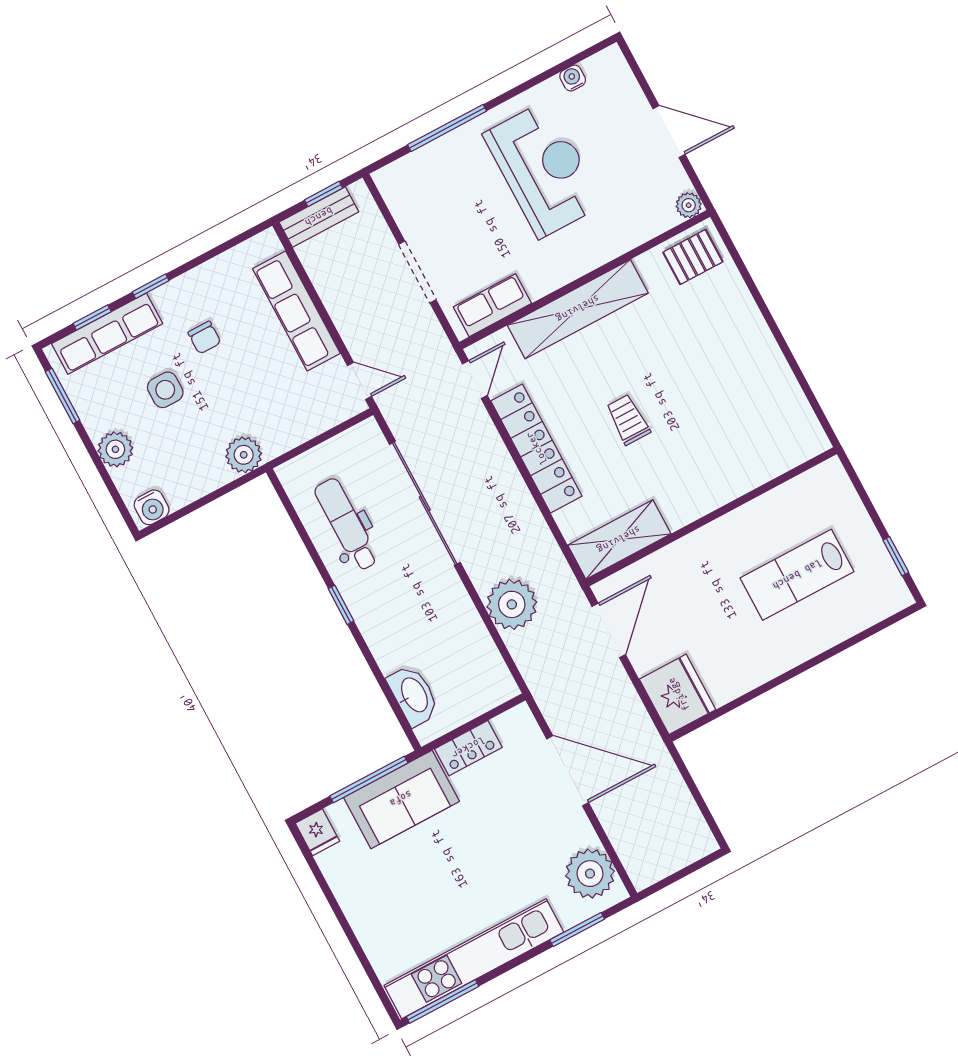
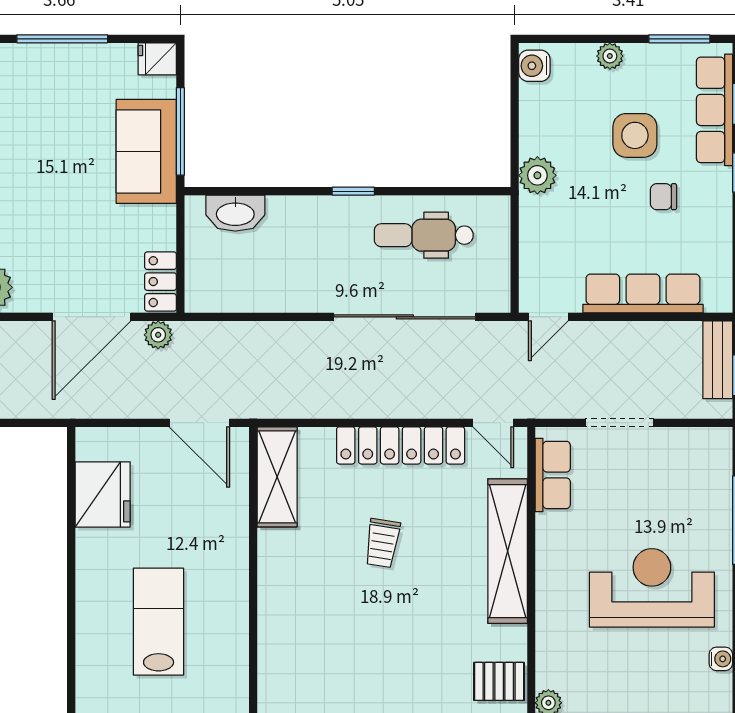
reception desk: (543, 169) -> (652, 588), turned 180
pallet: (693, 257) -> (499, 681), turned 90
side table: (165, 390) -> (635, 135), width x1.37, depth x1.37
trolley: (628, 420) -> (382, 543), turned 99
plant: (115, 449) -> (610, 56), width x0.73, depth x0.73
dental chair: (346, 524) -> (424, 235), turned 180
plant: (512, 604) -> (158, 335), moved, width x0.53, depth x0.53
fridge: (678, 694) -> (103, 494), moved, turned -90
locker: (468, 748) -> (161, 282), moved
window: (344, 922) -> (62, 39), added

